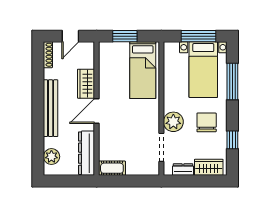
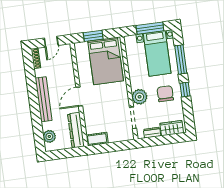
bed: (143, 70) -> (106, 61), width x1.50
wardrobe: (86, 84) -> (68, 77), removed
window: (232, 140) -> (185, 90), moved

